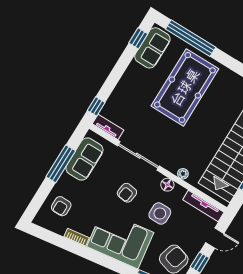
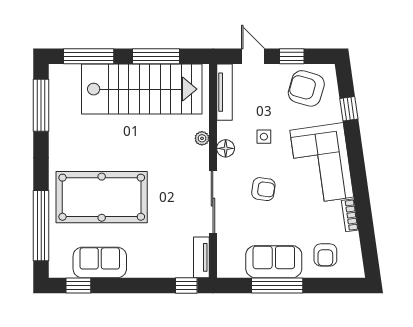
sofa: (152, 48) -> (100, 262), moved
sofa: (84, 159) -> (274, 262), moved
armchair: (61, 206) -> (325, 255), turned 90
side table: (160, 213) -> (264, 137), width x0.54, depth x0.54

